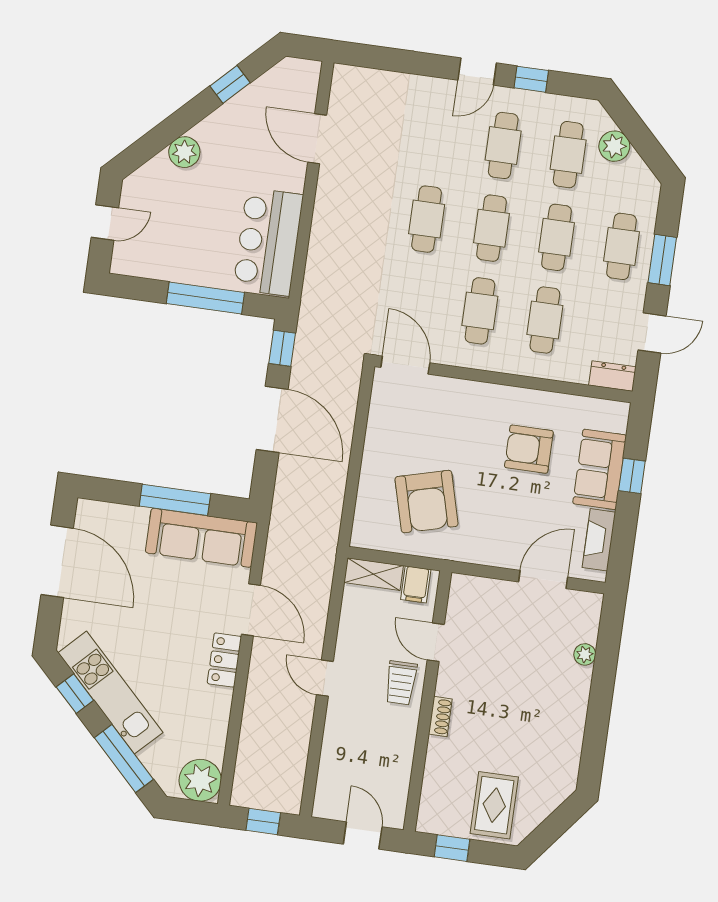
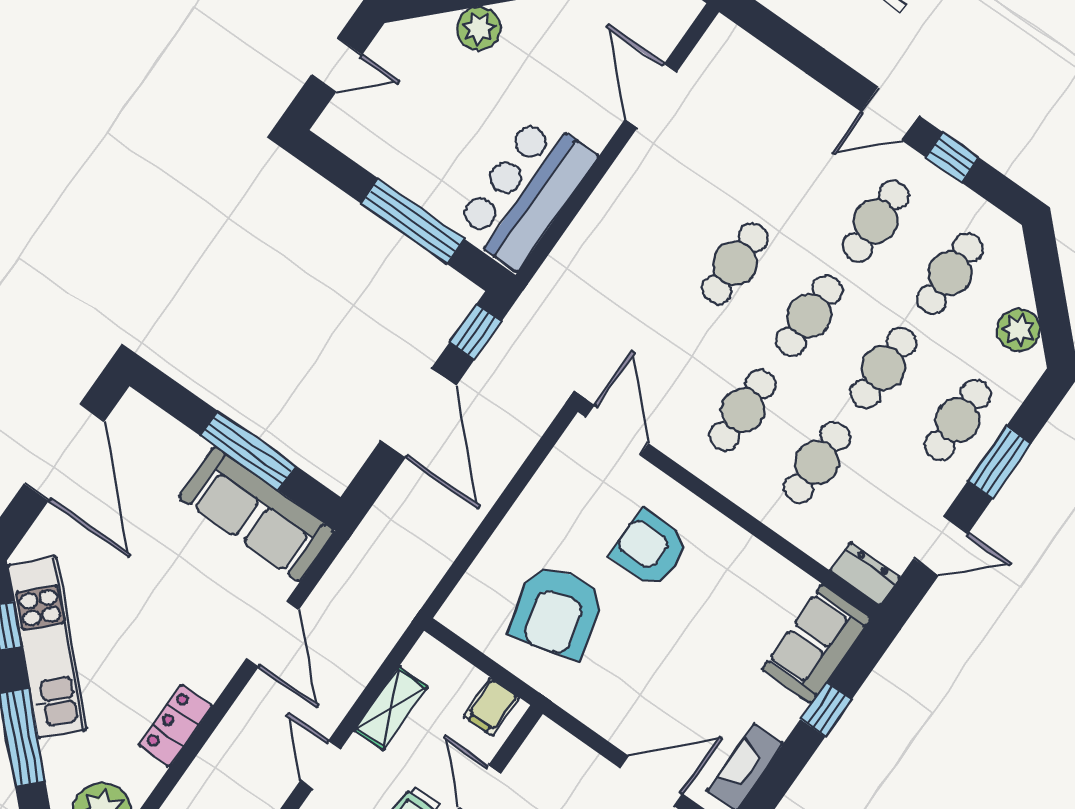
plant: (614, 146) -> (1019, 330), moved
armchair: (529, 449) -> (650, 549), moved
sofa: (600, 469) -> (816, 644), moved
shelving: (374, 574) -> (391, 708), moved, turned 90
locker: (224, 660) -> (176, 725), moved

